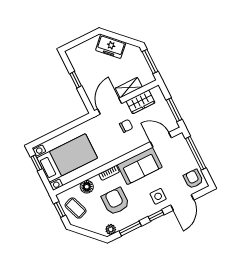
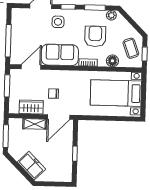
door: (161, 140) -> (31, 67), swing flipped
window: (36, 163) -> (143, 102), removed
armchair: (193, 179) -> (22, 21), removed
armchair: (115, 201) -> (95, 36), turned 180

